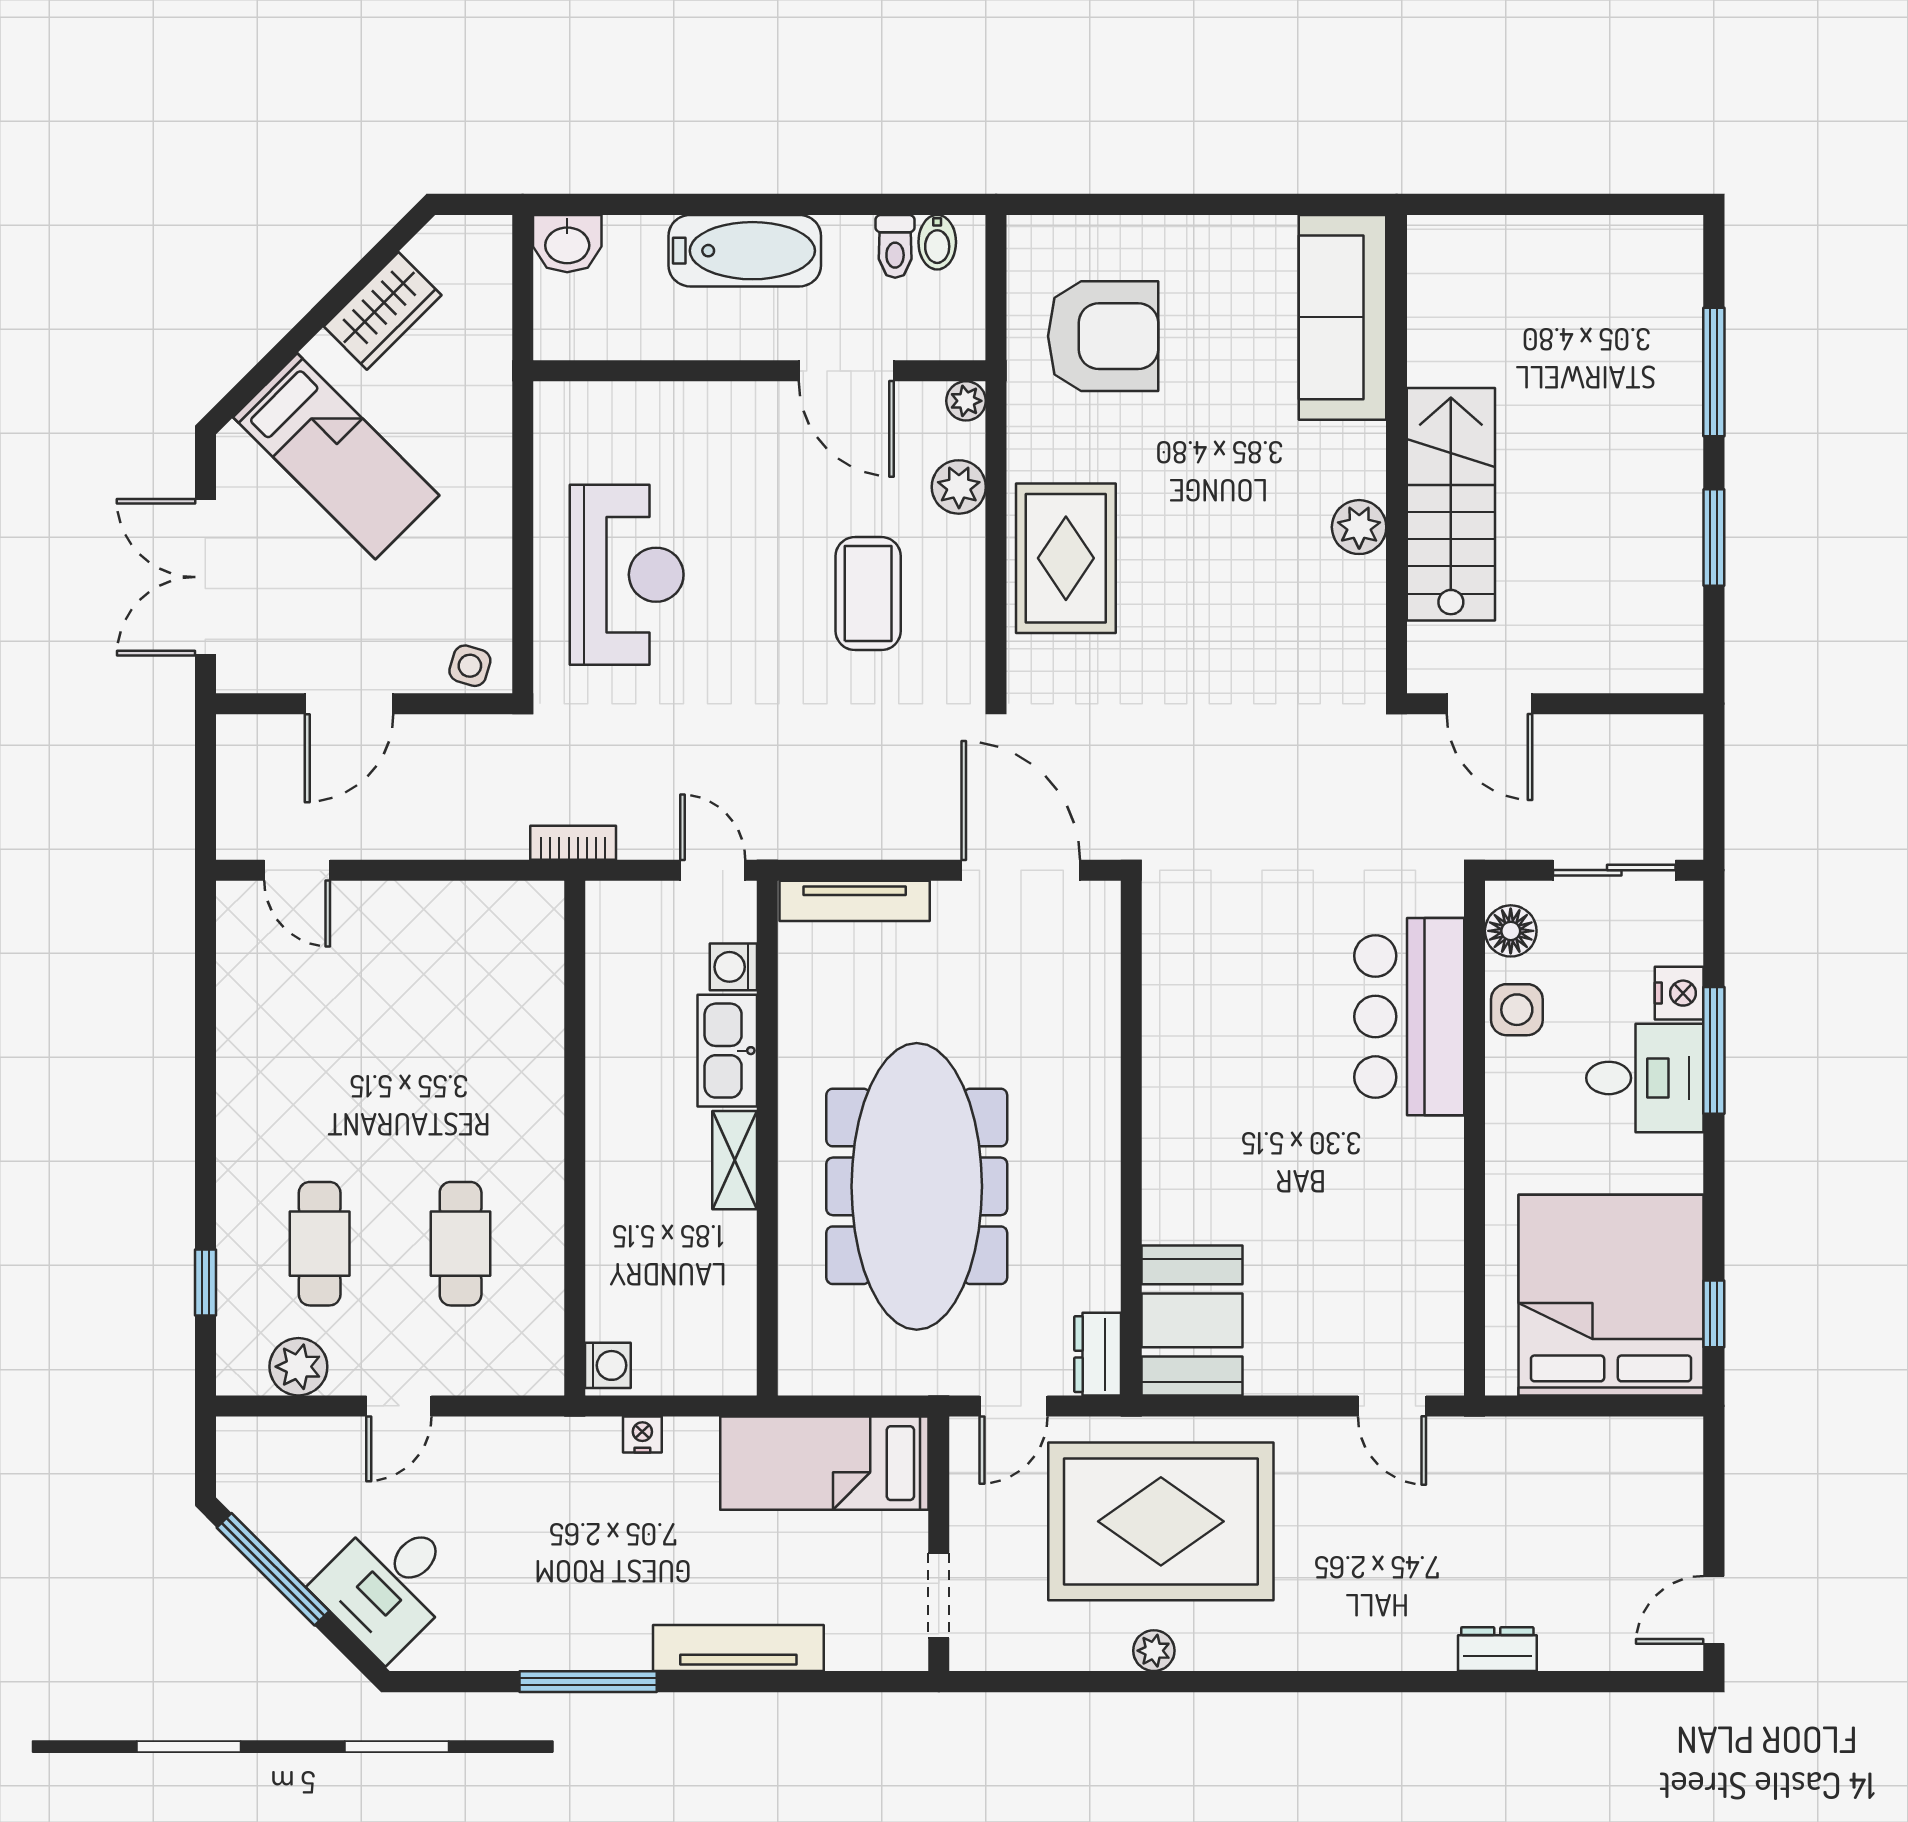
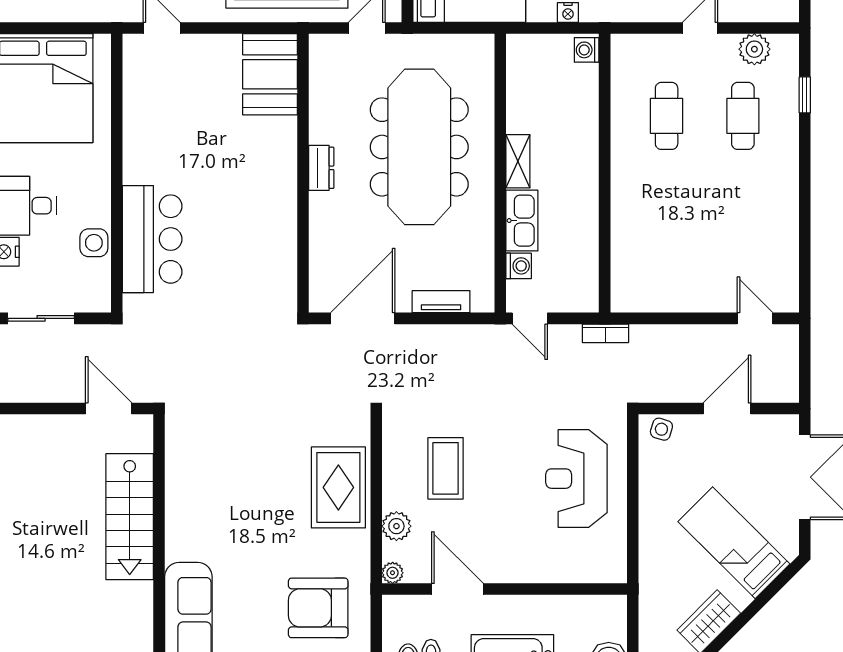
plant: (1359, 527) -> (179, 504), removed
door: (1021, 870) -> (363, 318), swing flipped
tv unit: (855, 901) -> (441, 302), width x0.71
floor lamp: (1511, 931) -> (97, 285), removed
dresser: (1098, 1354) -> (321, 168), moved

